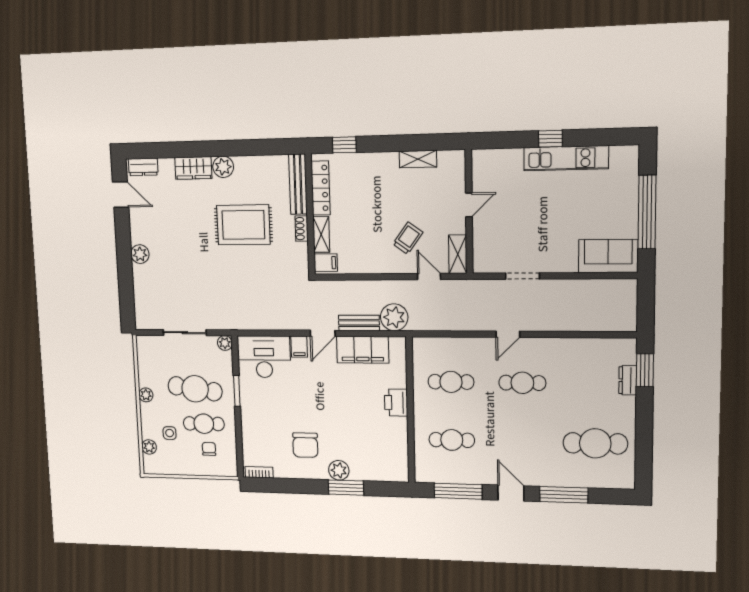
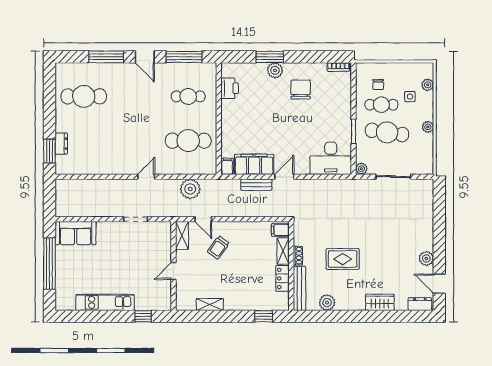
window: (550, 139) -> (143, 316), moved
plant: (223, 167) -> (327, 303), moved
locker: (321, 188) -> (282, 278), width x0.66
rug: (243, 225) -> (343, 259), width x0.73, depth x0.70
plant: (140, 254) -> (426, 259), moved
plant: (394, 317) -> (190, 189), moved
filing cabinet: (299, 347) -> (227, 166), moved
cafe table: (451, 382) -> (188, 141), width x1.37, depth x1.35
cafe table: (522, 383) -> (136, 141), removed
printer: (396, 403) -> (230, 88), moved

